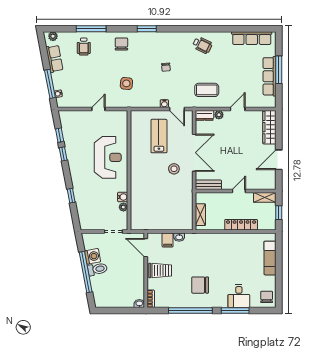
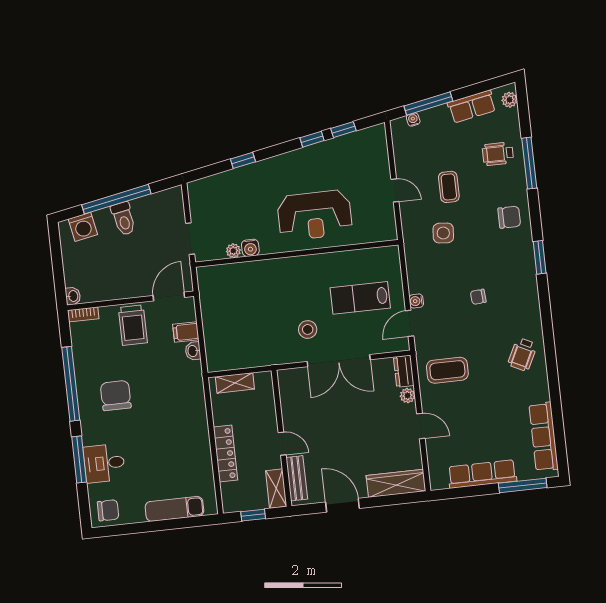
window: (279, 70) -> (523, 485), moved
coffee table: (100, 77) -> (449, 187), added
coffee table: (207, 90) -> (447, 370), turned 90
lab bench: (159, 136) -> (360, 298), turned 180
bench: (208, 185) -> (297, 478), moved
washing machine: (93, 256) -> (83, 227), moved

